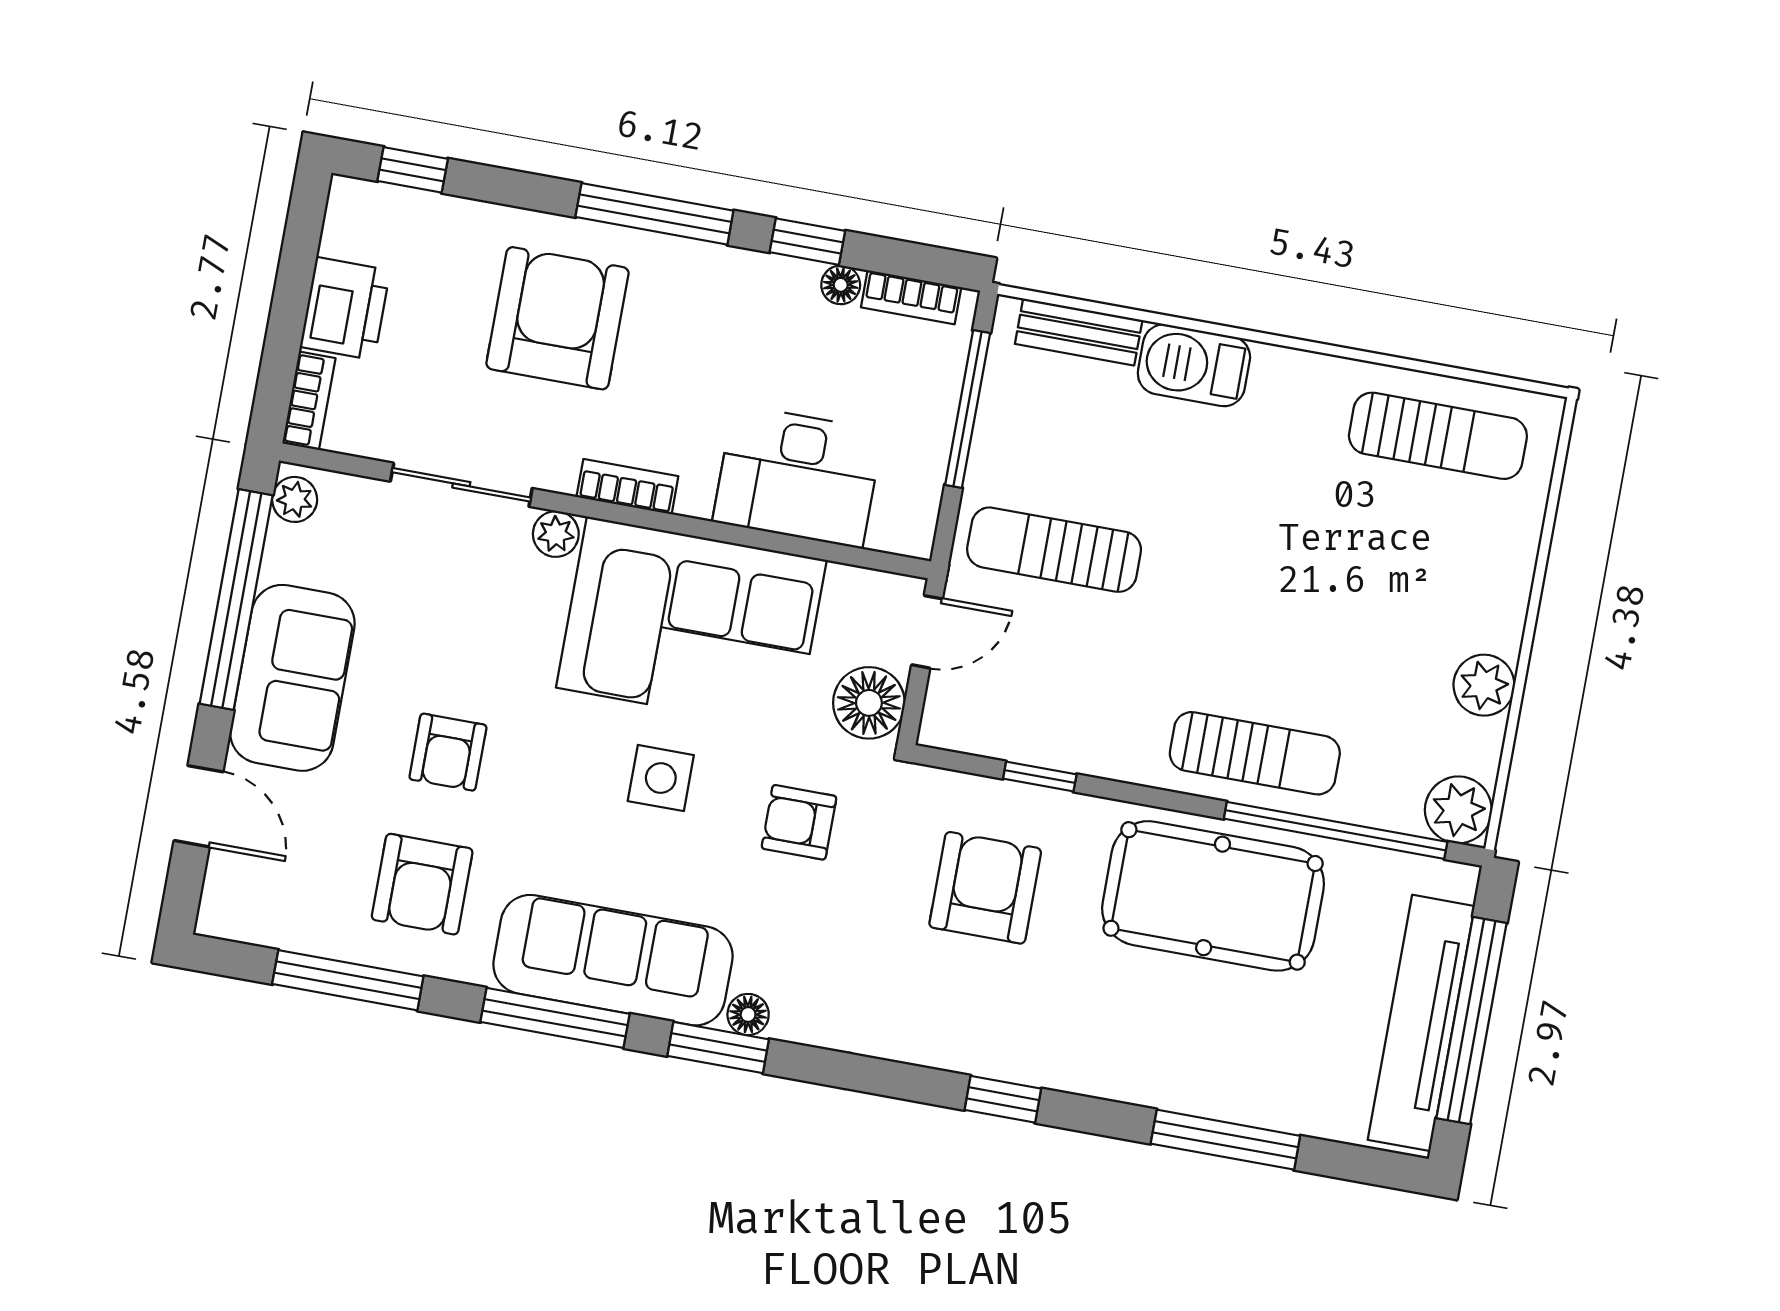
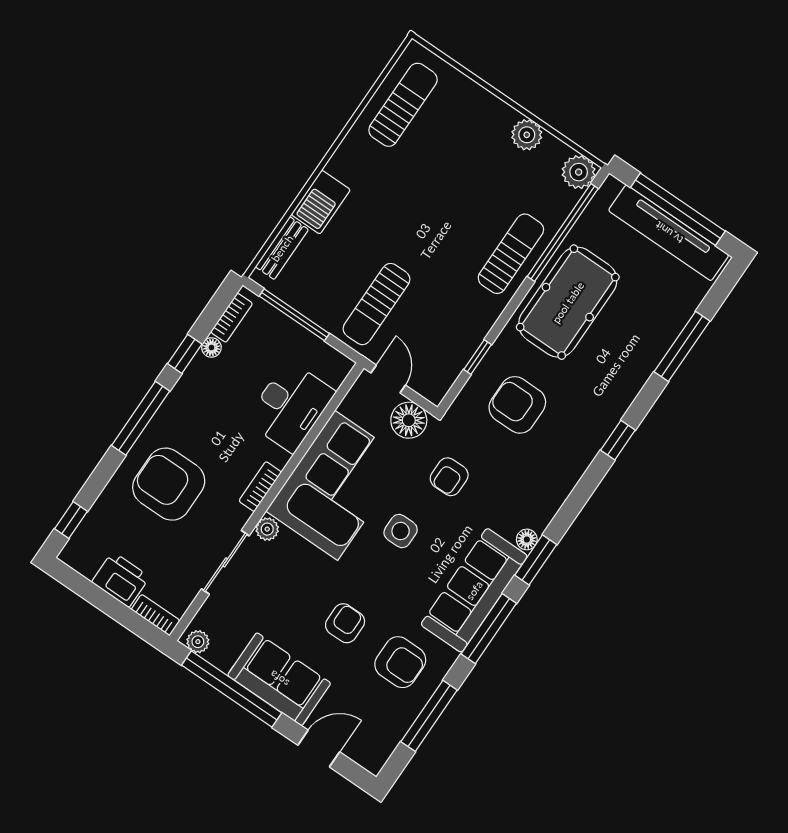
armchair: (448, 752) -> (345, 623), turned -90

